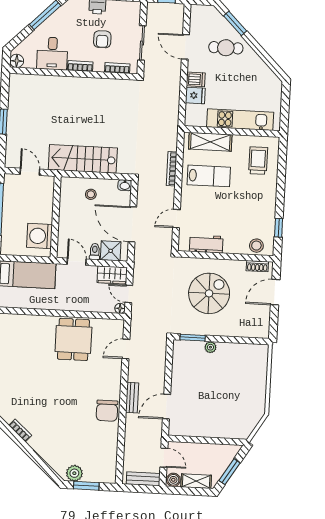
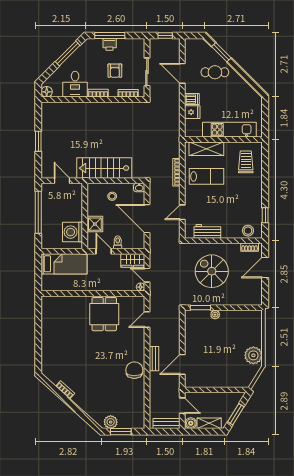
shower: (111, 251) -> (95, 224), moved
spiral stairs: (209, 293) -> (212, 271), turned -90
plant: (255, 400) -> (253, 355), added
chair: (107, 411) -> (134, 370), turned 180

